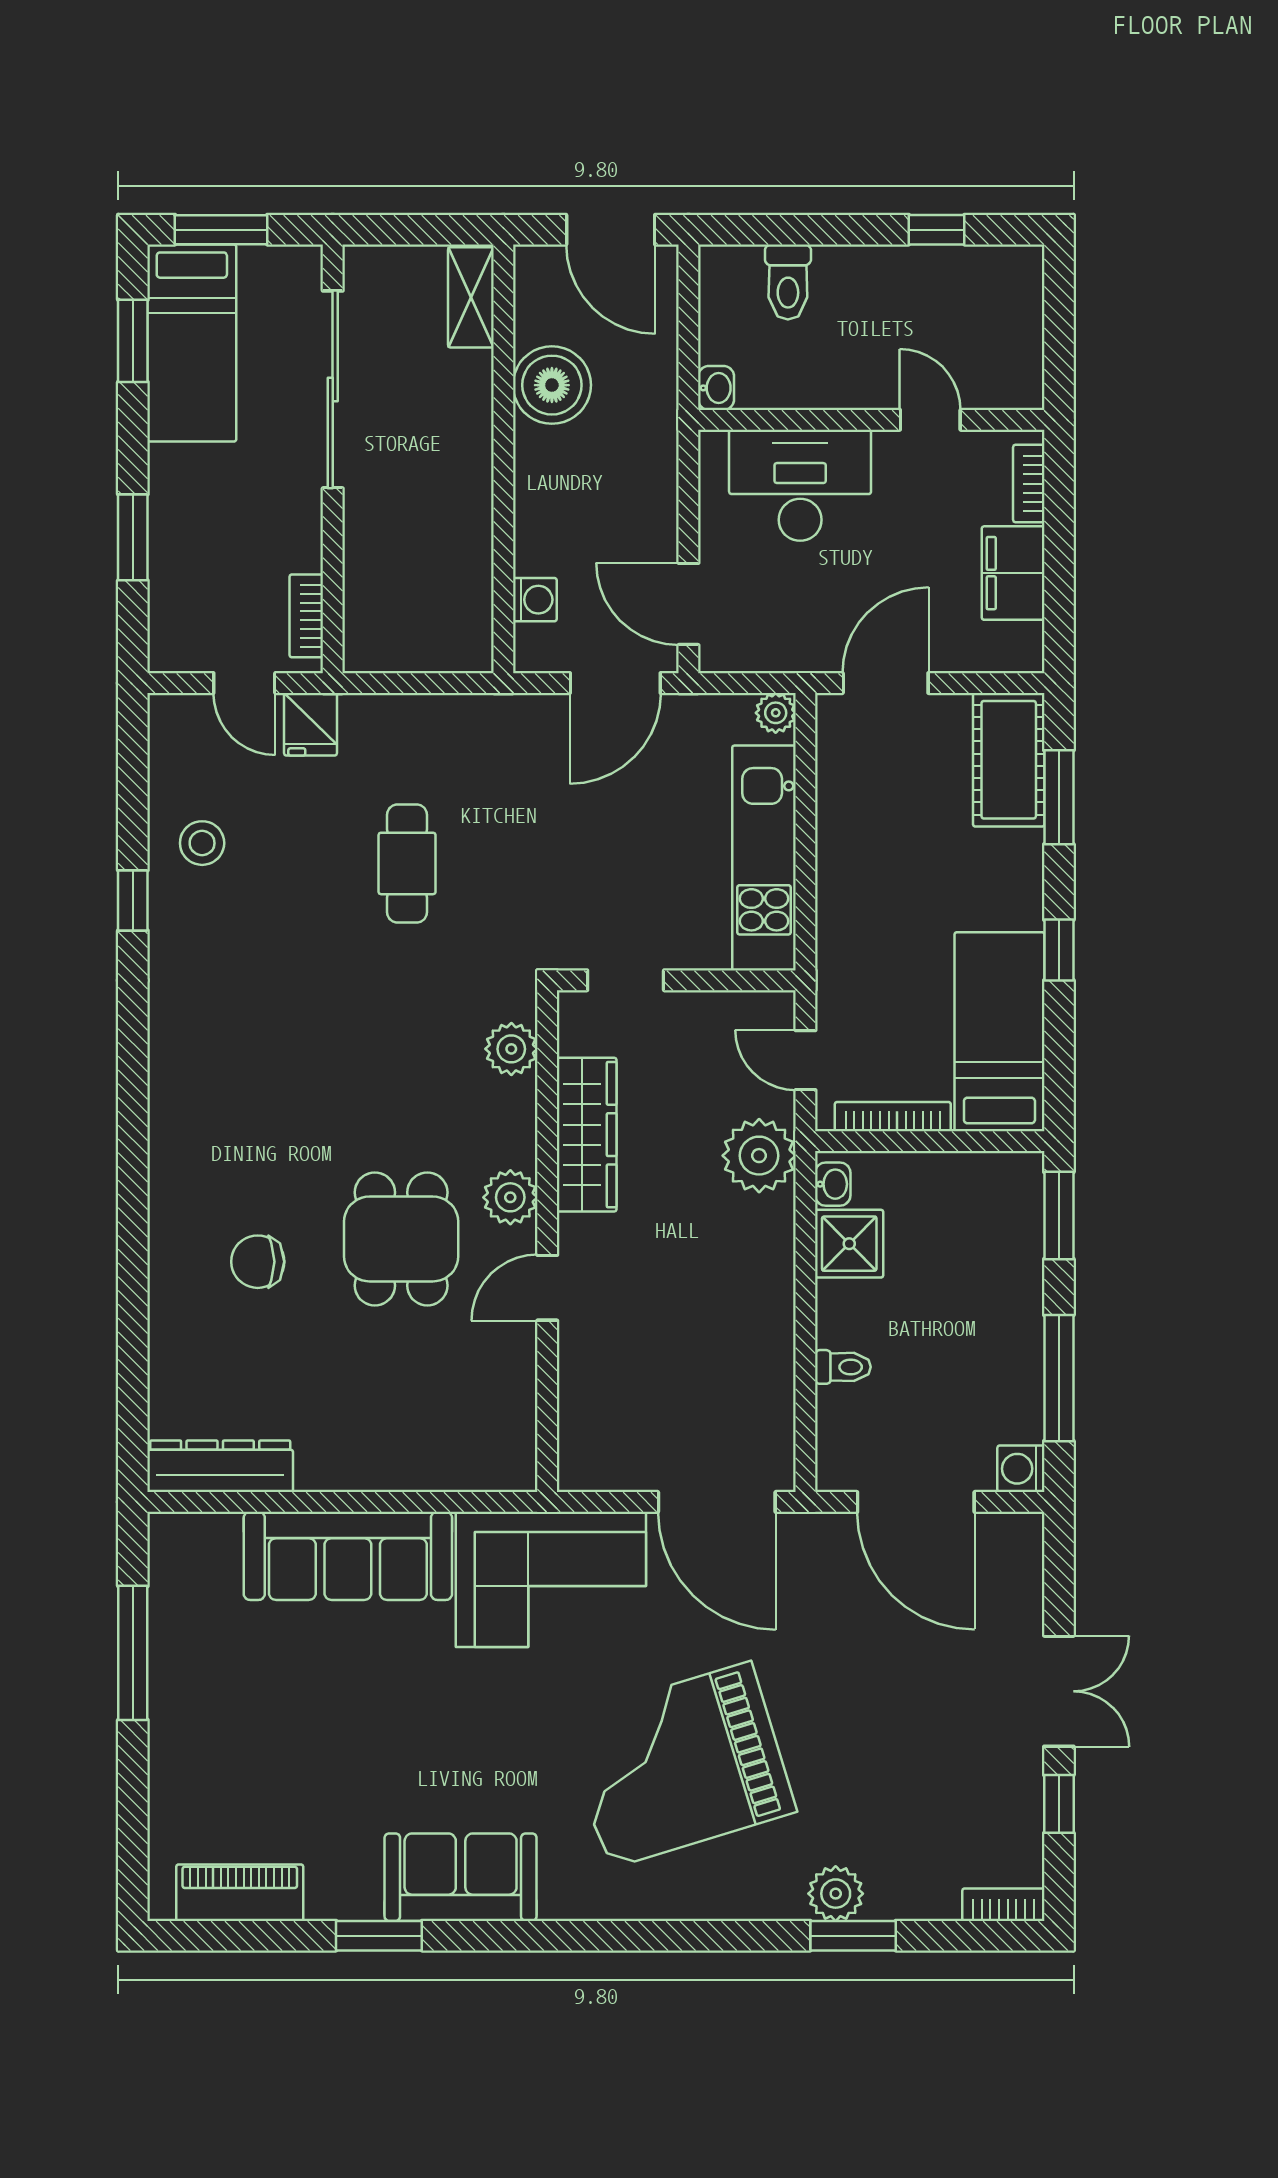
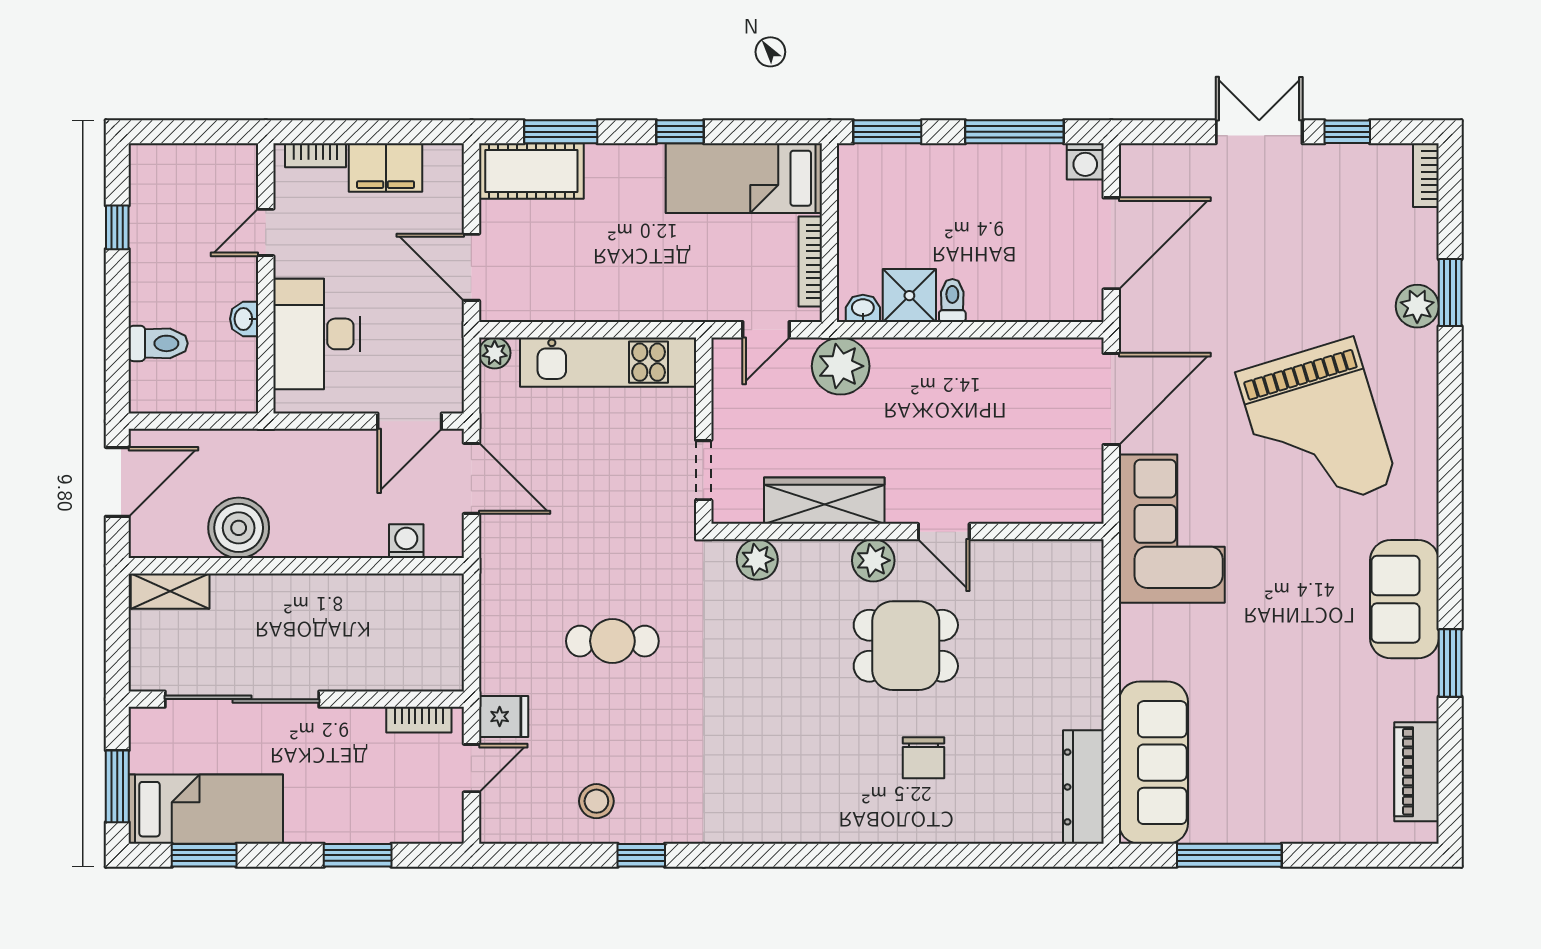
washbasin: (716, 388) -> (244, 319), moved, turned -90
toilet: (843, 1367) -> (952, 301), moved
sofa: (348, 1556) -> (1153, 763), moved

